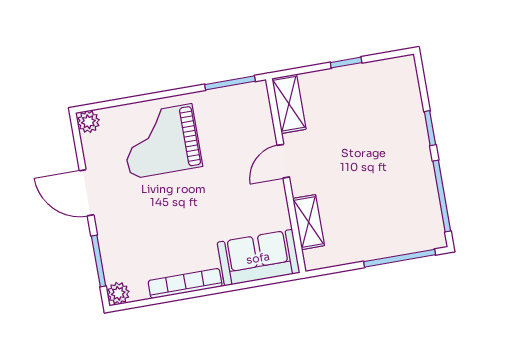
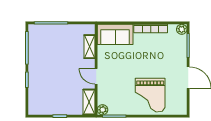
plant: (88, 122) -> (103, 110), moved
grand piano: (161, 141) -> (150, 95), turned 90
door: (283, 161) -> (96, 76), swing flipped

